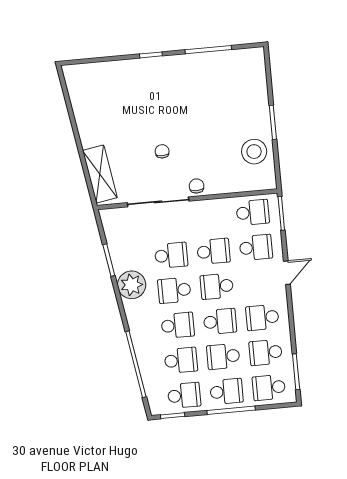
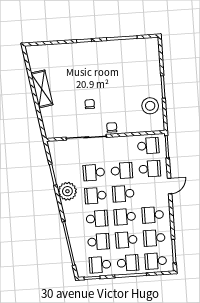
shelving: (100, 174) -> (42, 89), moved
school desk: (171, 255) -> (94, 172), turned 180
school desk: (220, 321) -> (125, 217), turned 180
school desk: (184, 395) -> (100, 265), turned 180

